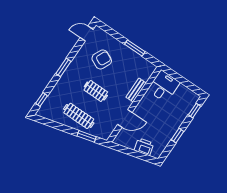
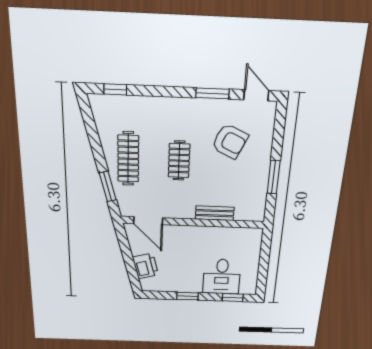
window: (63, 67) -> (212, 93), moved
desk: (164, 86) -> (222, 277), moved, turned 90
door: (125, 118) -> (148, 221), moved

